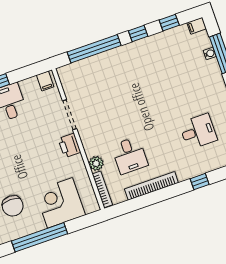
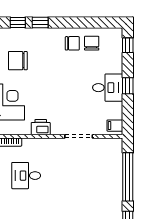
printer: (69, 145) -> (41, 127), moved
plant: (96, 163) -> (29, 145), removed

